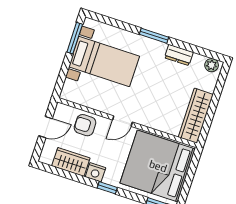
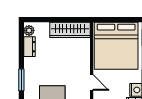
dresser: (179, 55) -> (29, 47), moved

